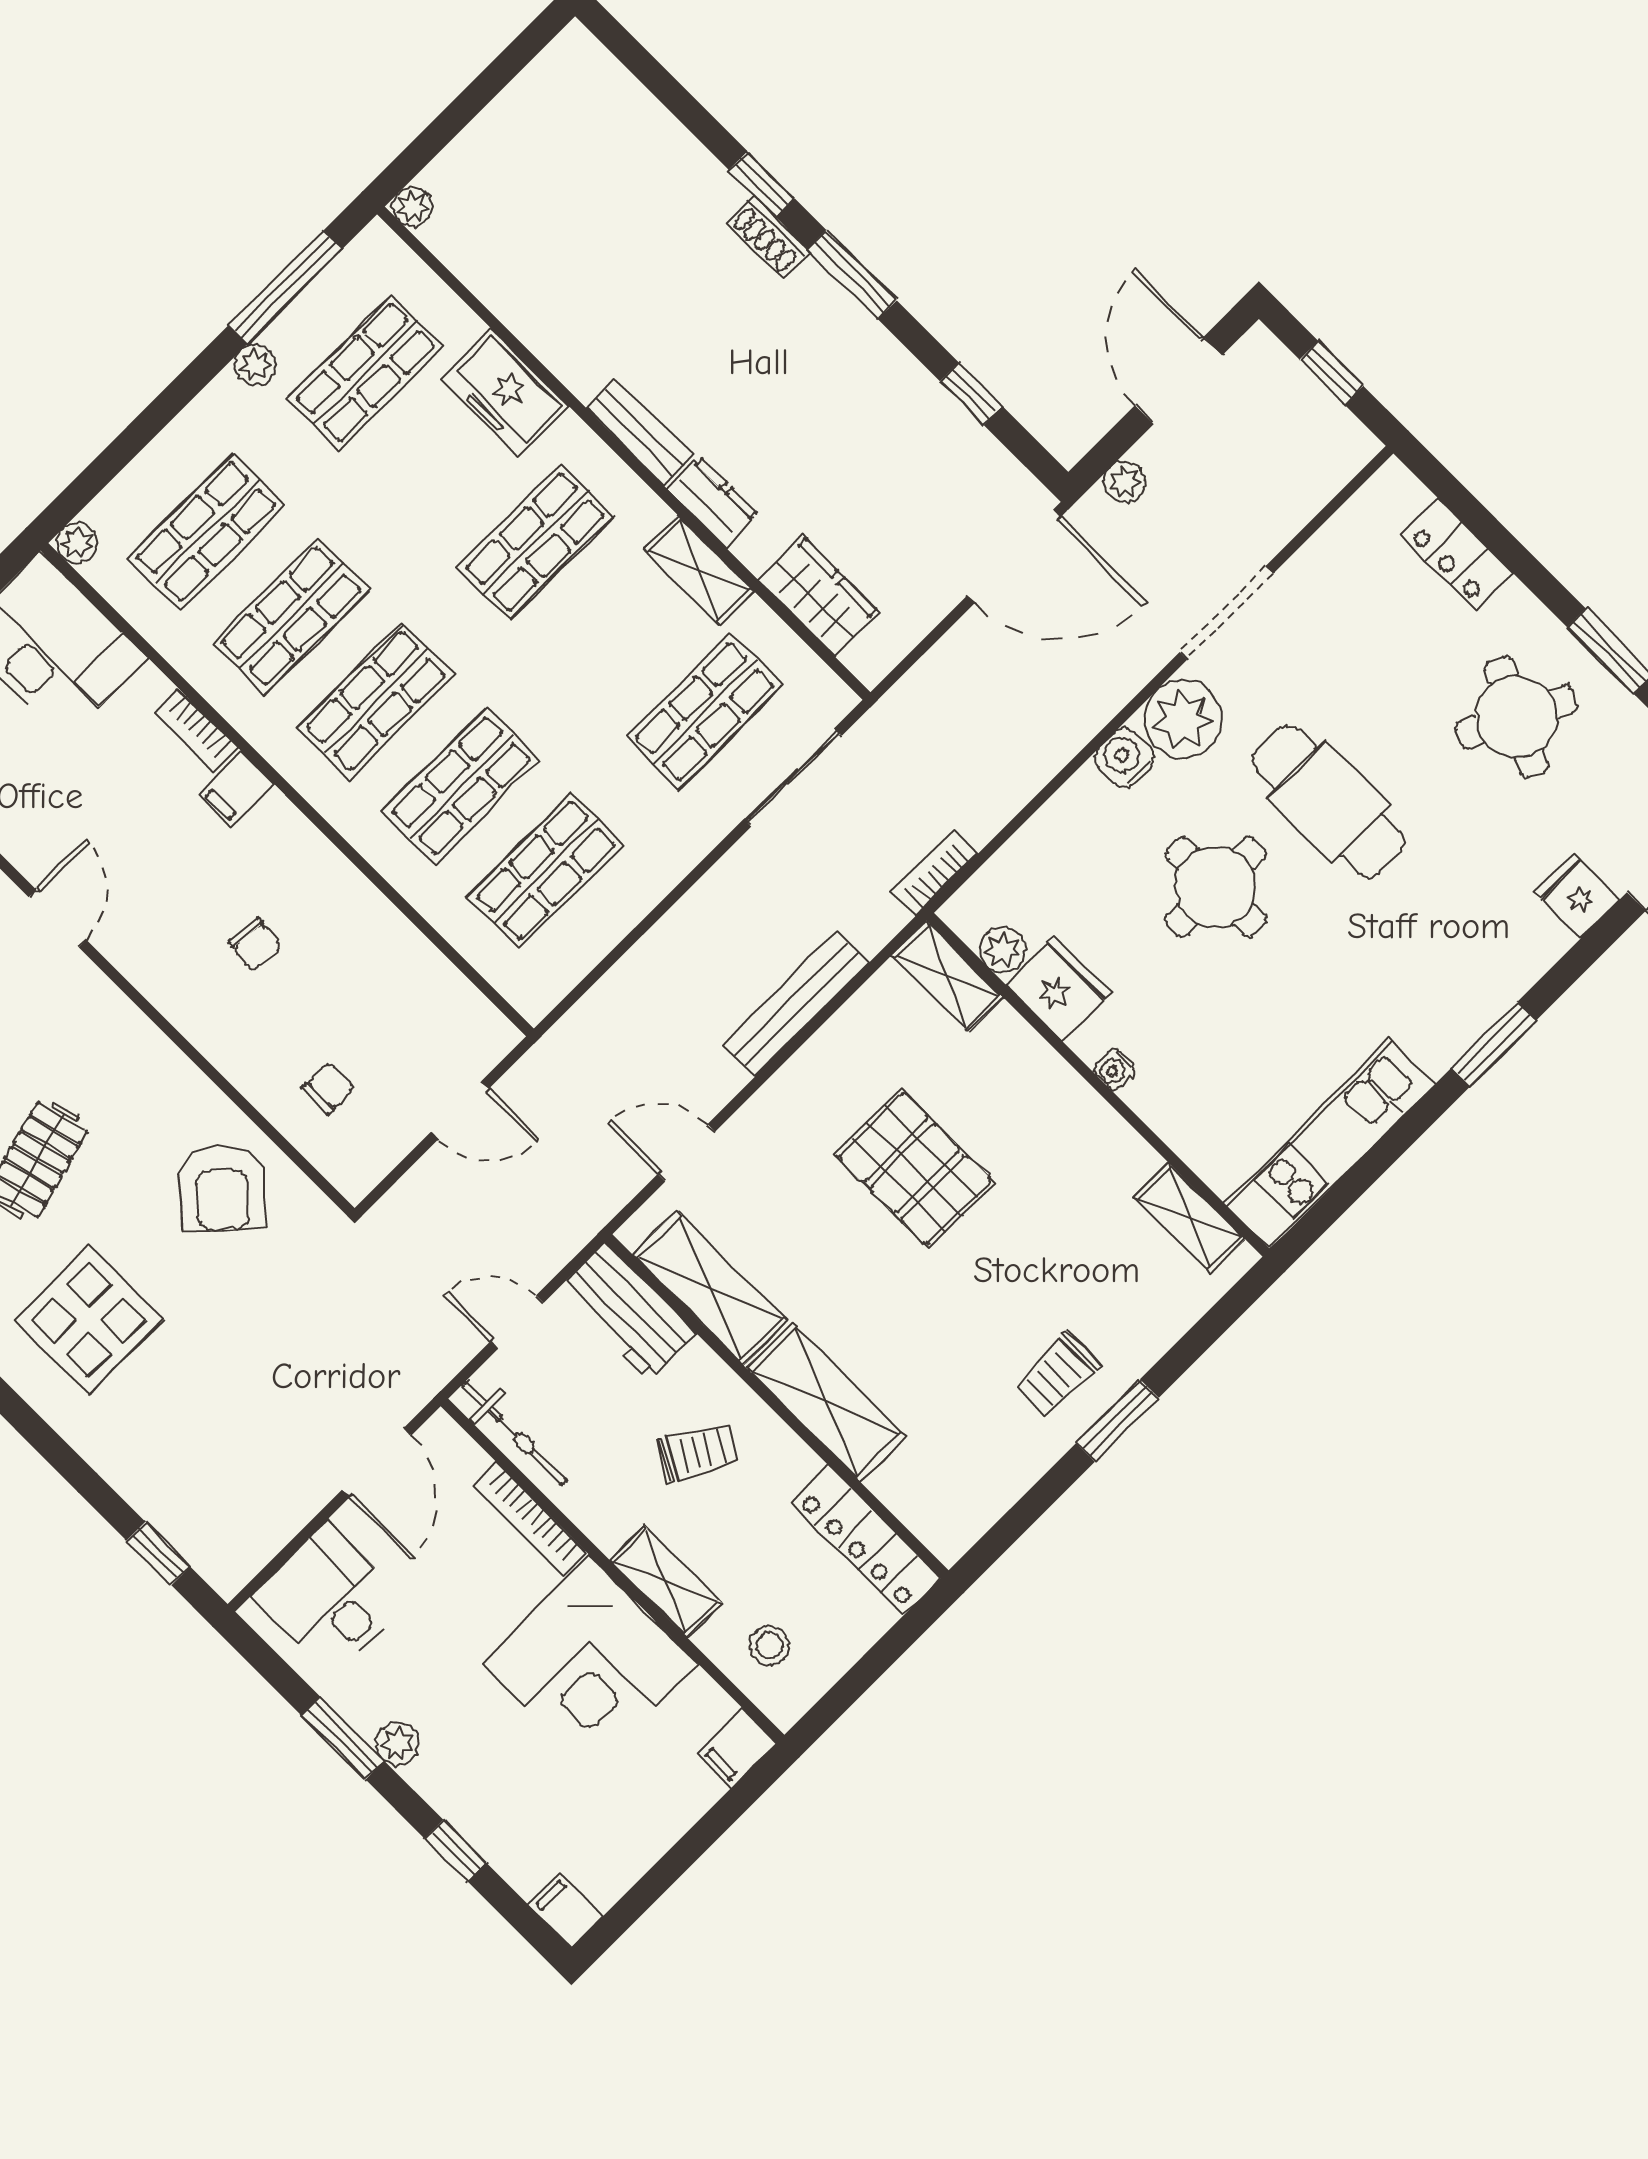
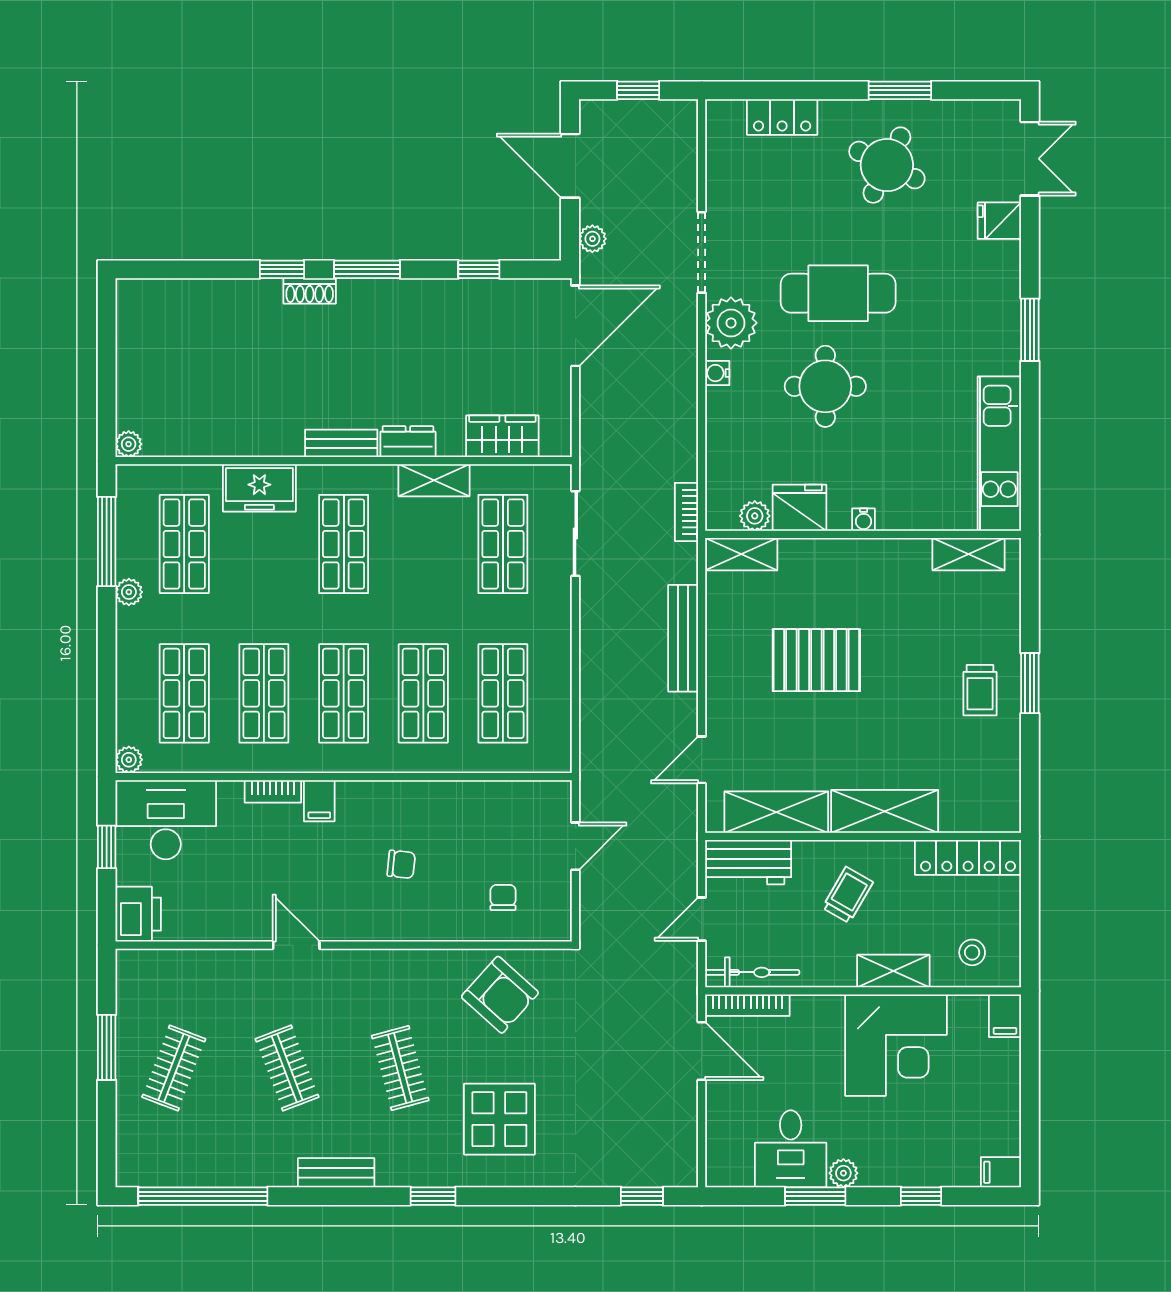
water cooler: (1125, 758) -> (717, 373), width x0.72, depth x0.72
bookcase: (530, 1519) -> (747, 1005), moved
desk: (330, 1599) -> (791, 1149), moved, turned -90

